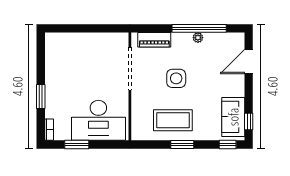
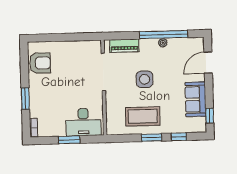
armchair: (58, 57) -> (40, 63), added
sofa: (233, 117) -> (196, 99), moved
desk: (98, 120) -> (83, 122), width x0.73, depth x0.77
window: (77, 144) -> (69, 140), moved
window: (228, 144) -> (179, 137), moved

